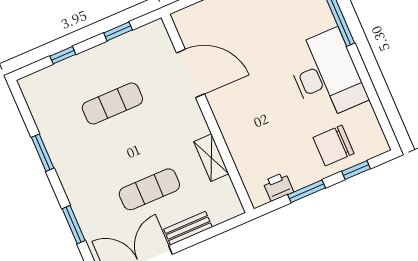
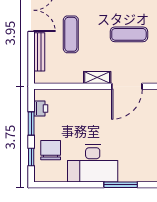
exercise mat: (112, 103) -> (129, 34), turned 90
shelving: (211, 158) -> (97, 77), moved
bench: (188, 228) -> (39, 52), width x1.36

